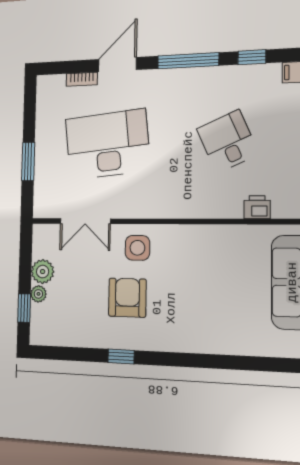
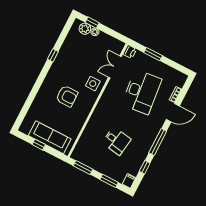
door: (117, 65) -> (173, 113), hinge flipped
desk: (228, 141) -> (116, 141), turned 33
printer: (257, 207) -> (130, 52), moved
plant: (43, 272) -> (85, 29), moved
armchair: (127, 298) -> (67, 96), moved

